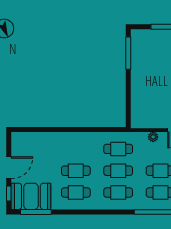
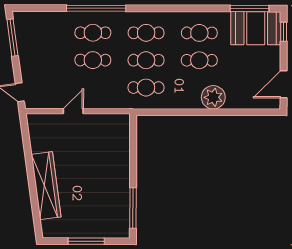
plant: (153, 137) -> (213, 97), moved, width x1.87, depth x1.87
door: (9, 168) -> (284, 84), moved

